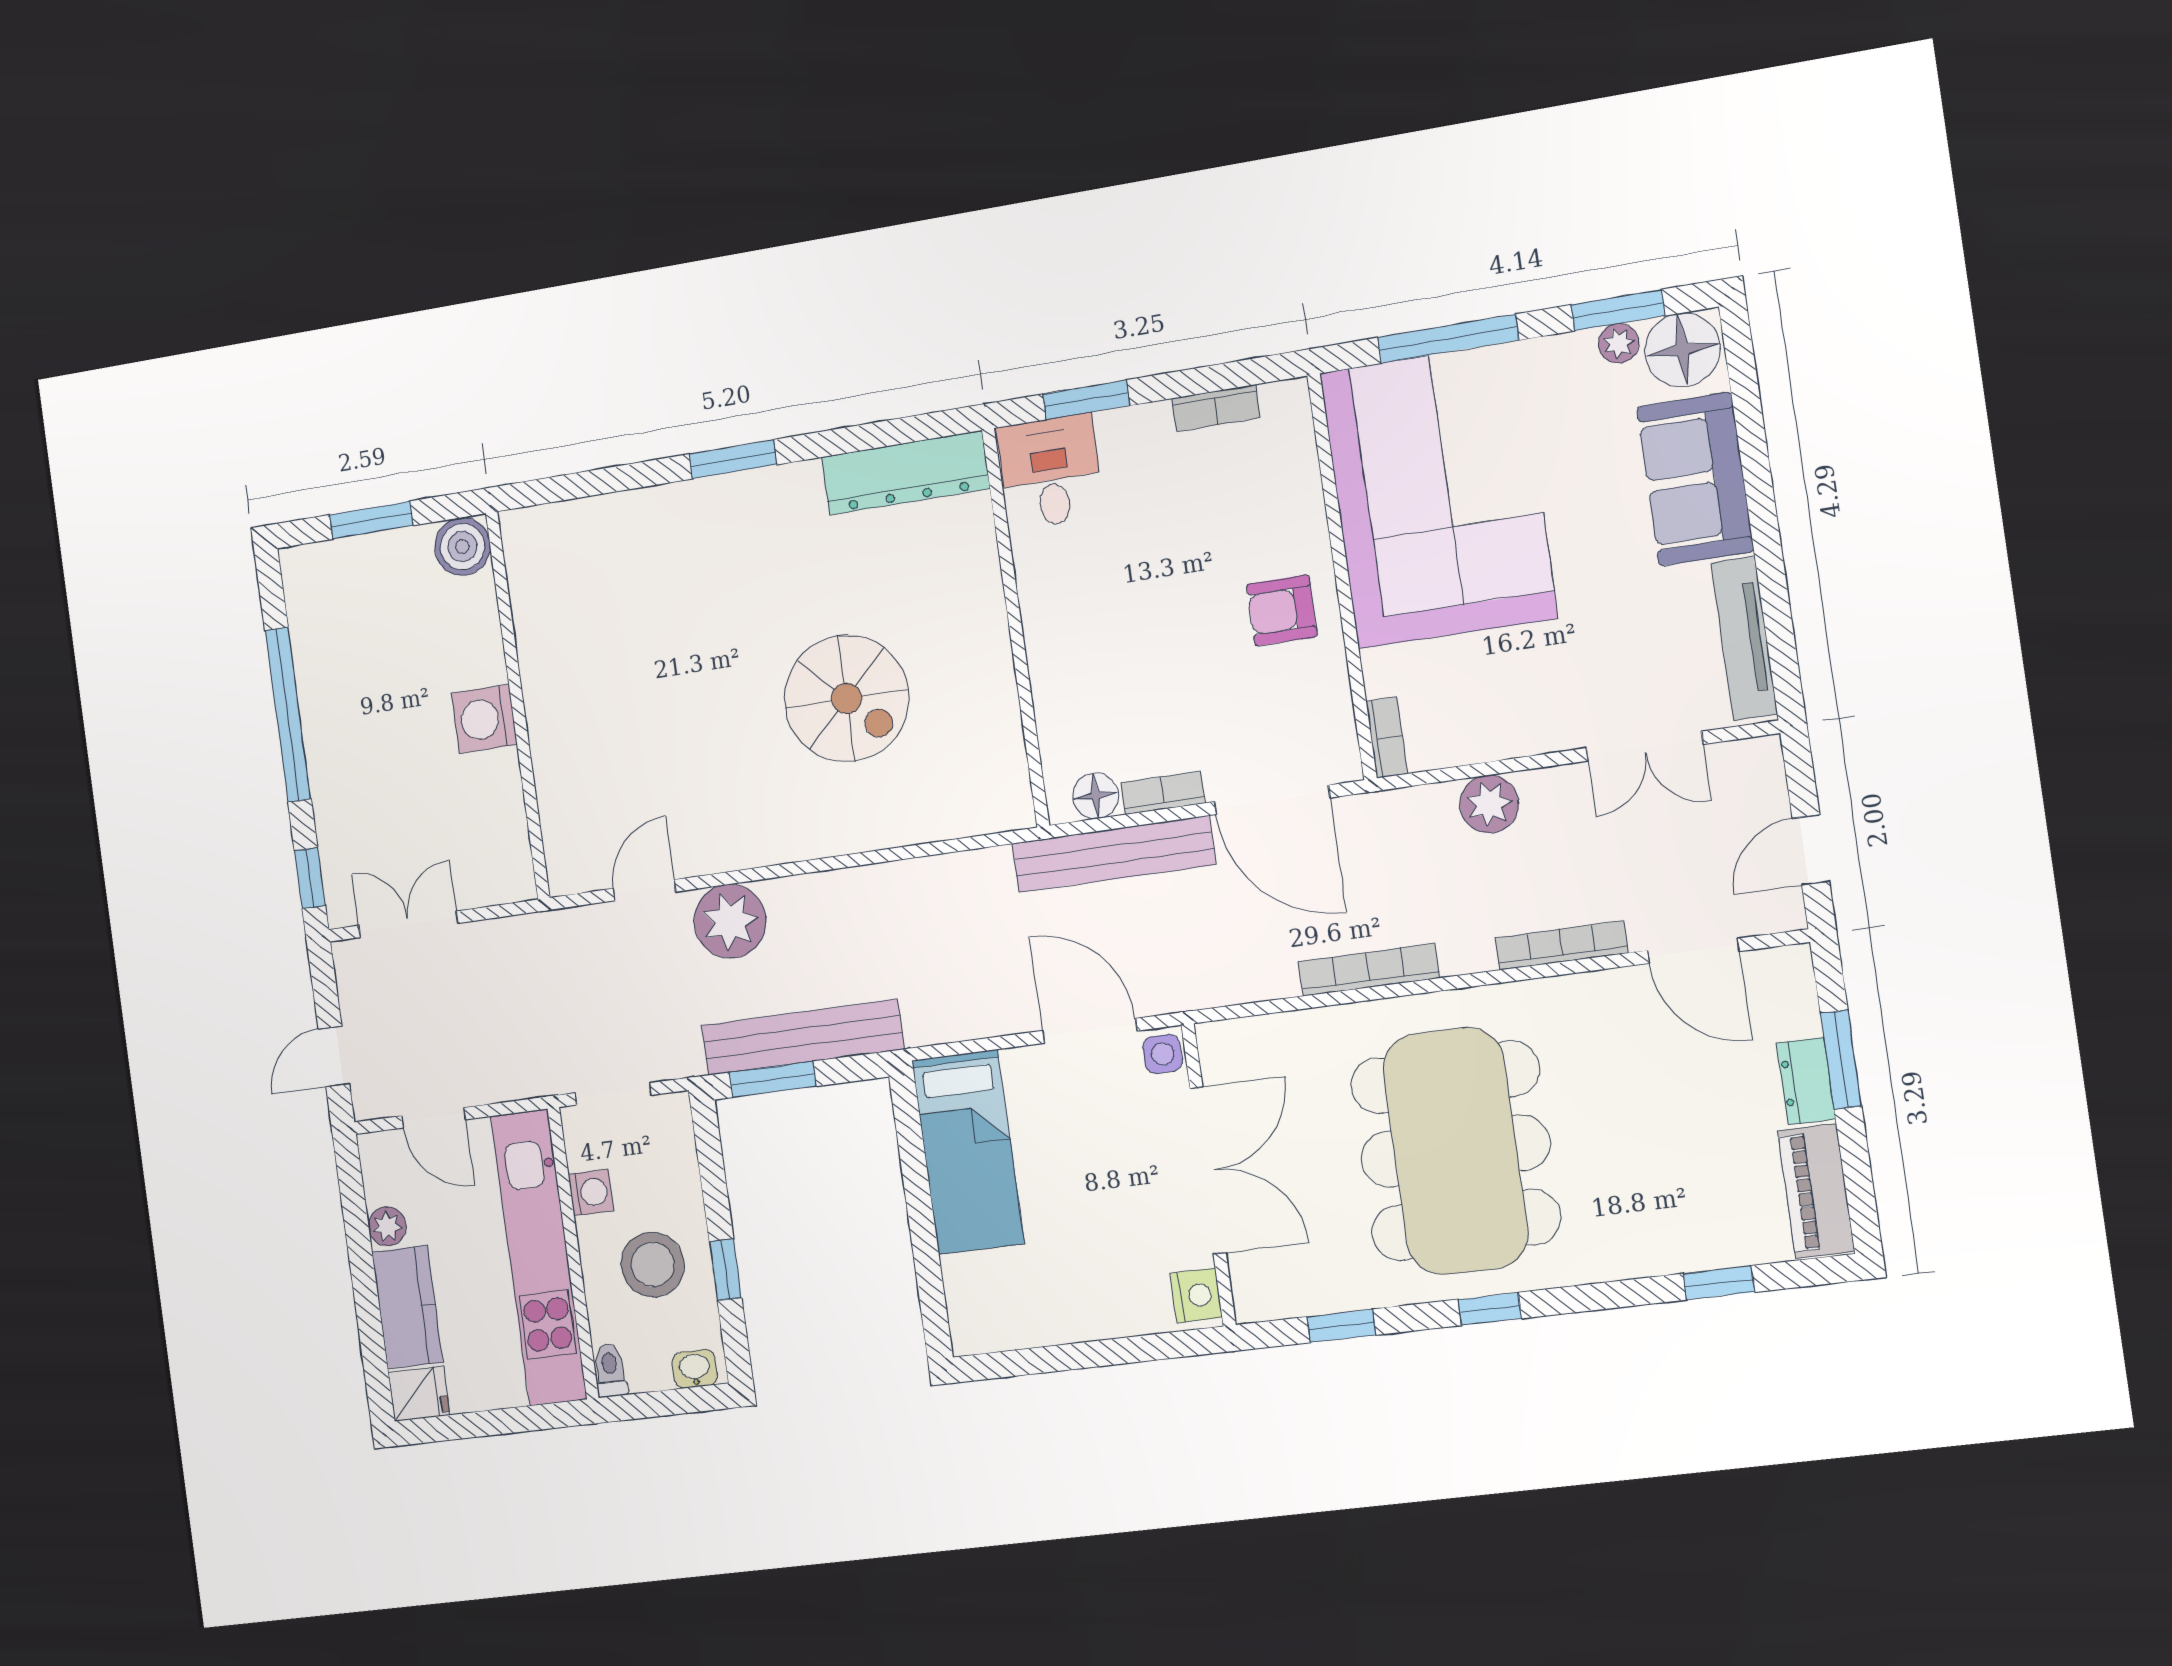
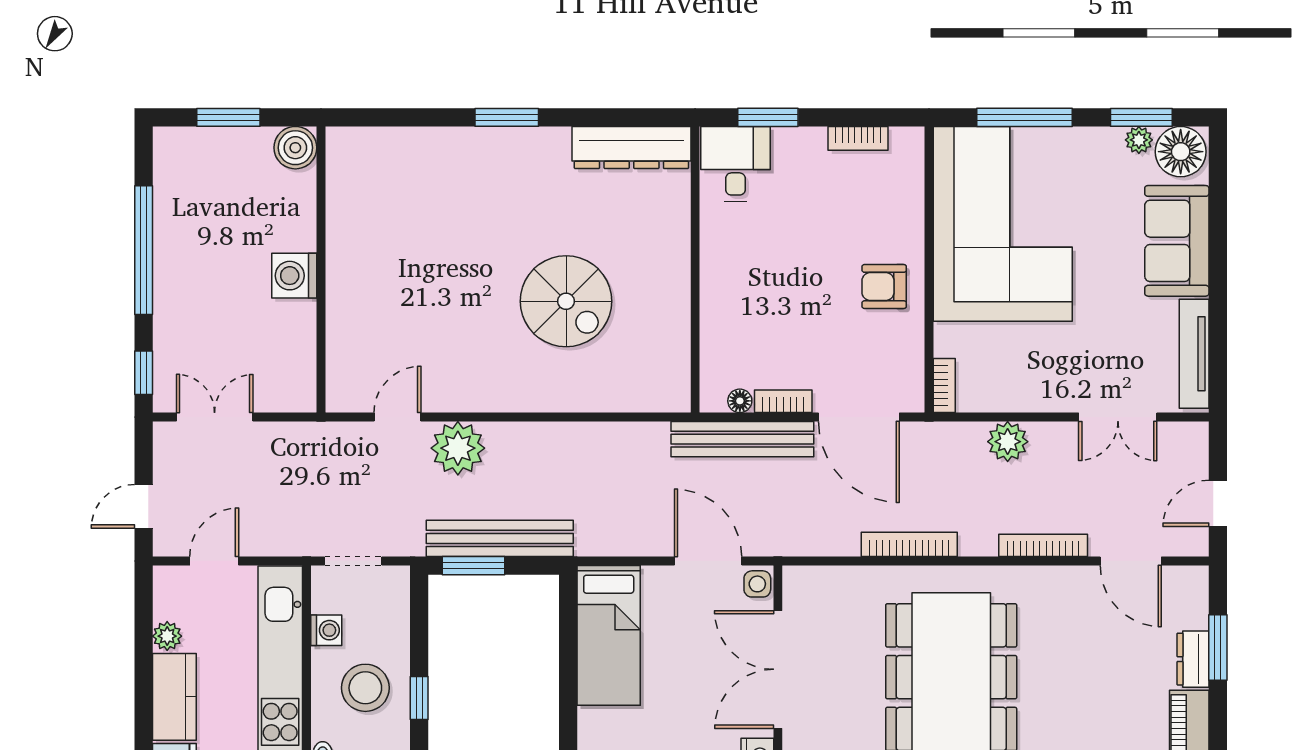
floor lamp: (1096, 796) -> (740, 401), width x0.73, depth x0.73
door: (434, 1118) -> (214, 561), swing flipped
double door: (1208, 1170) -> (778, 669), swing flipped

